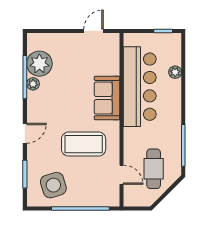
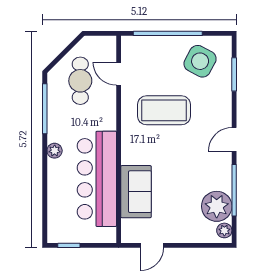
plant: (175, 72) -> (55, 151), moved
plant: (33, 84) -> (224, 230), moved
sofa: (107, 98) -> (136, 192), moved
door: (25, 133) -> (234, 139), moved
side table: (53, 185) -> (200, 61), turned 45

